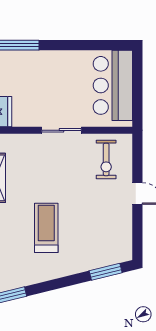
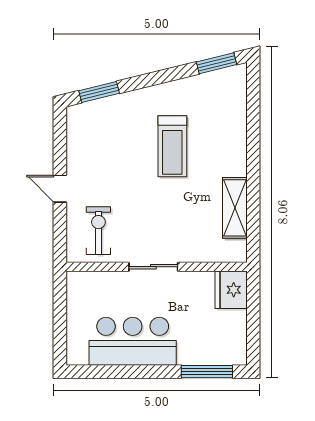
bar counter: (113, 85) -> (133, 341), moved, turned -90

